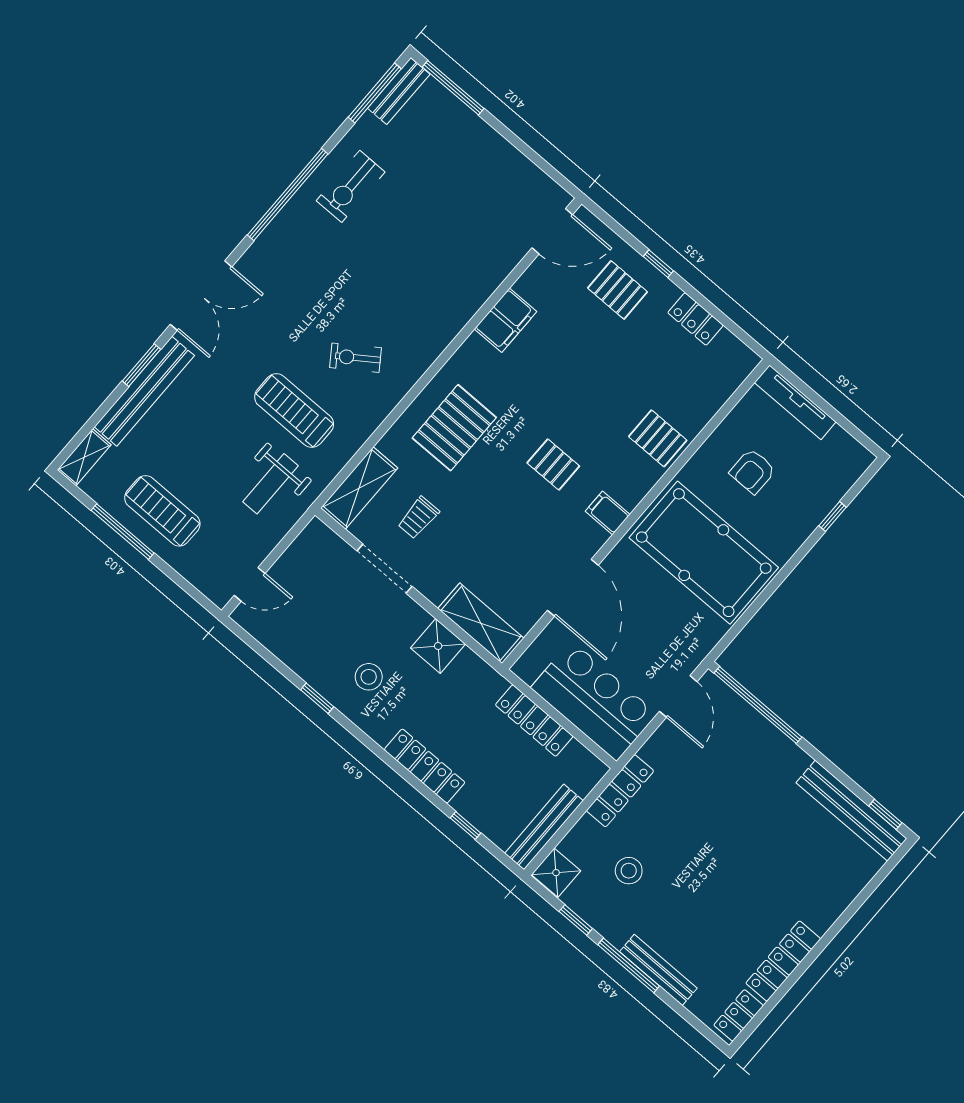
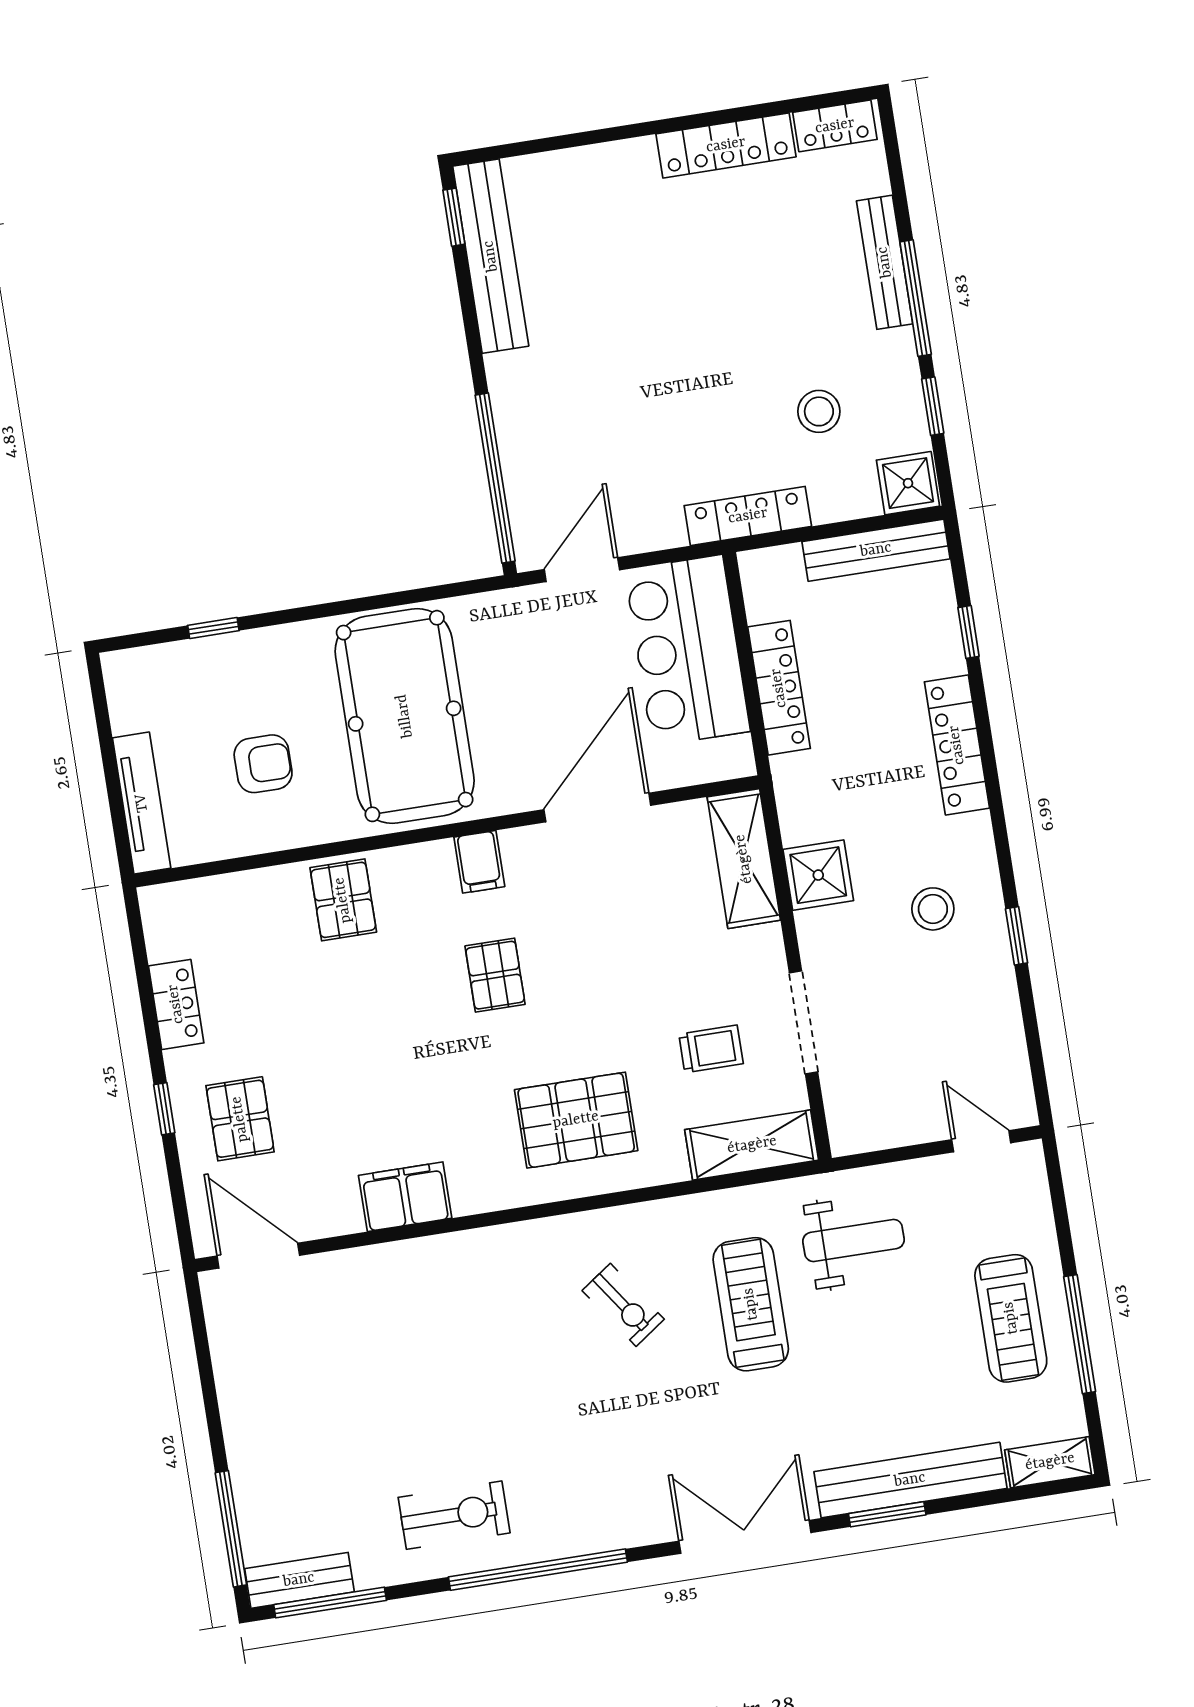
treadmill: (294, 411) -> (751, 1304), turned 180

